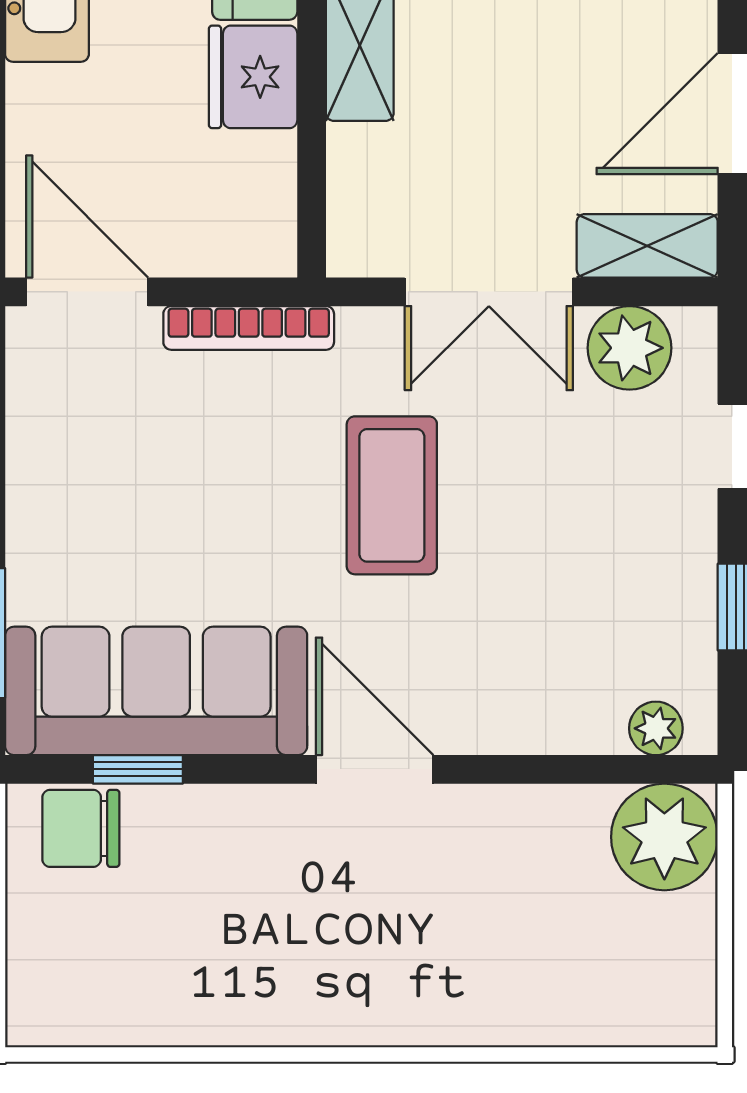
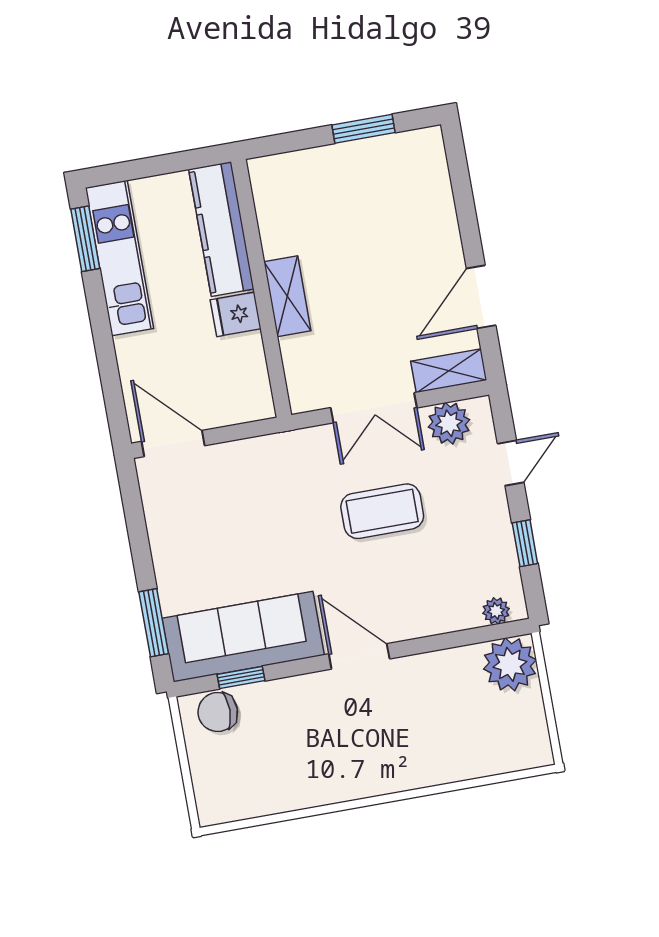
fridge: (253, 77) -> (236, 314), width x0.72
bookcase: (249, 328) -> (257, 447), removed
coffee table: (392, 495) -> (382, 511), moved, turned 90

